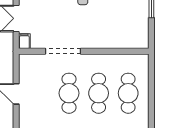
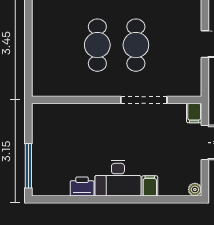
cafe table: (128, 93) -> (59, 45), removed

